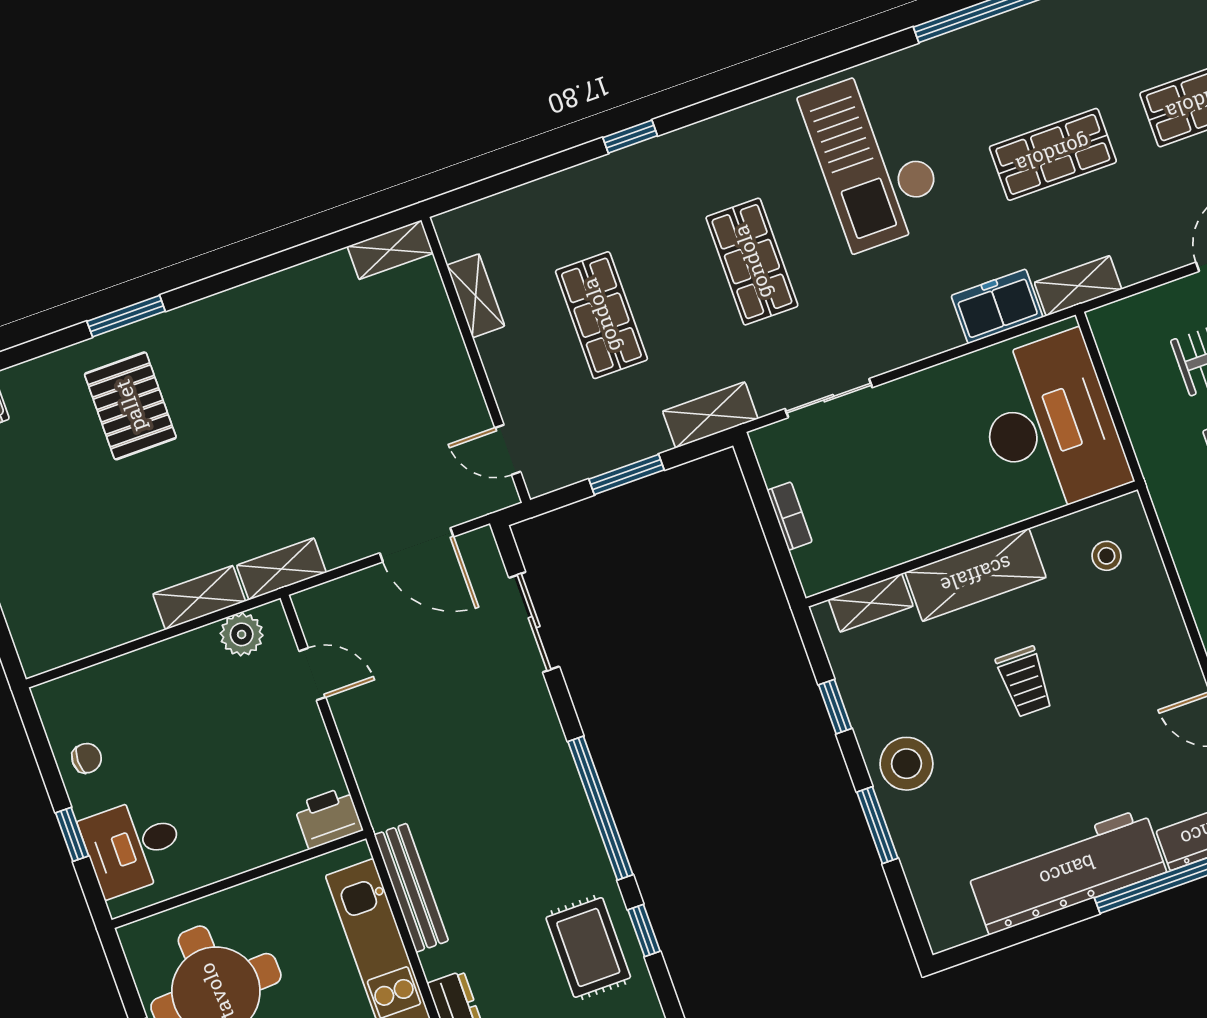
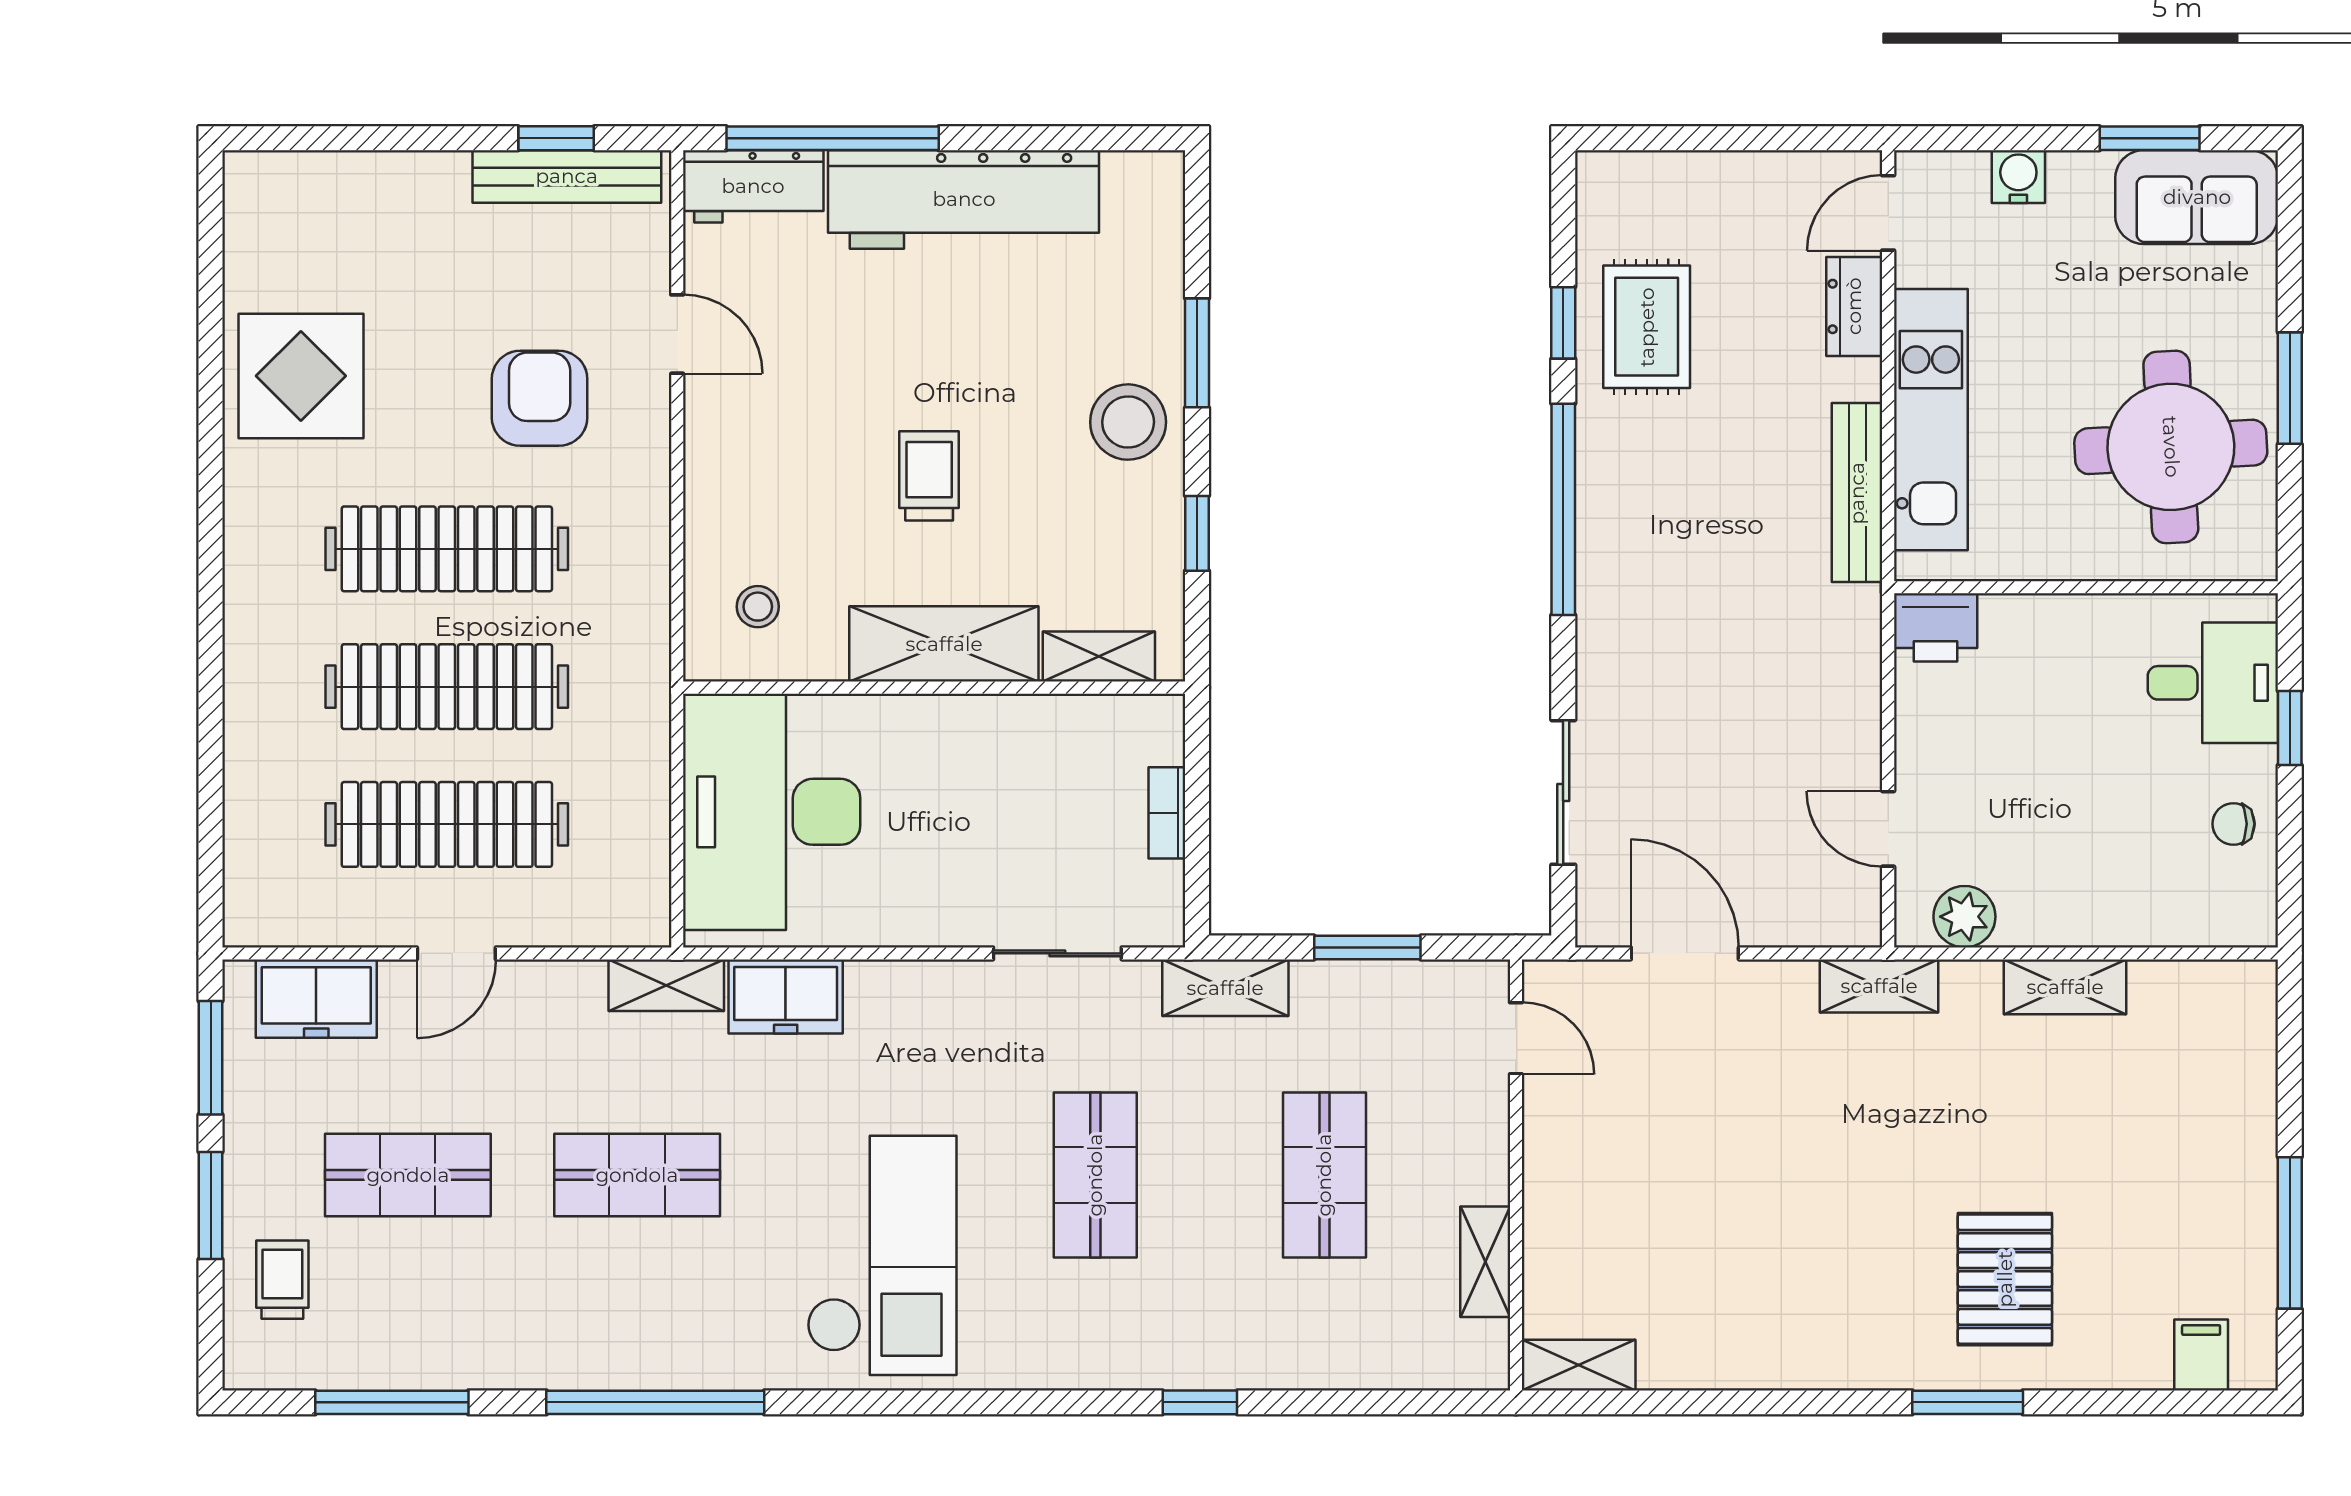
shelving: (199, 598) -> (2065, 987), moved

